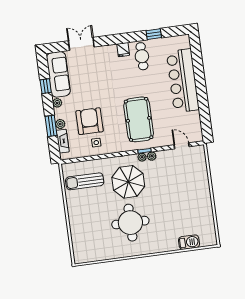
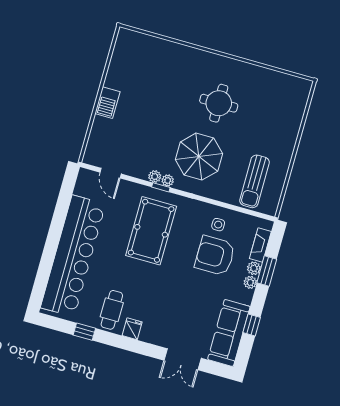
bar counter: (183, 81) -> (73, 256), width x1.36
plant: (57, 103) -> (250, 282), moved
armchair: (90, 121) -> (215, 256), turned 90
sun lounger: (85, 181) -> (254, 181), turned 90
round table: (130, 223) -> (219, 103), width x0.73, depth x0.73
barbecue: (189, 242) -> (107, 103), moved, turned -90

